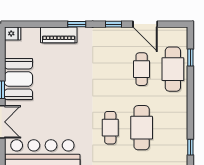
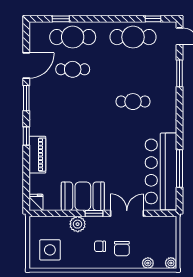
window: (113, 24) -> (26, 98), width x1.50
cafe table: (142, 128) -> (133, 37), moved

